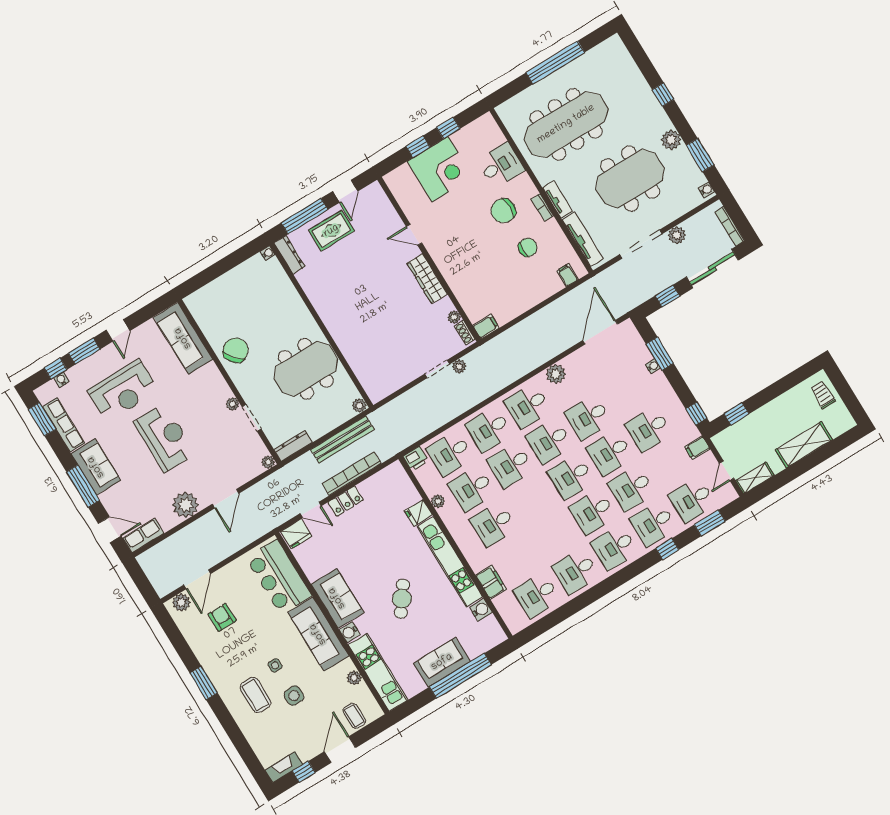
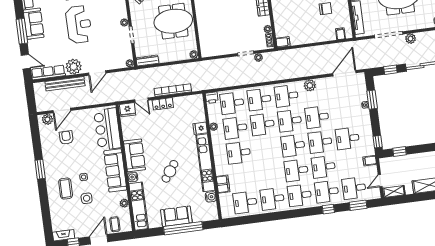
bench: (342, 440) -> (65, 84), moved
row of seats: (143, 536) -> (48, 72), width x1.48

